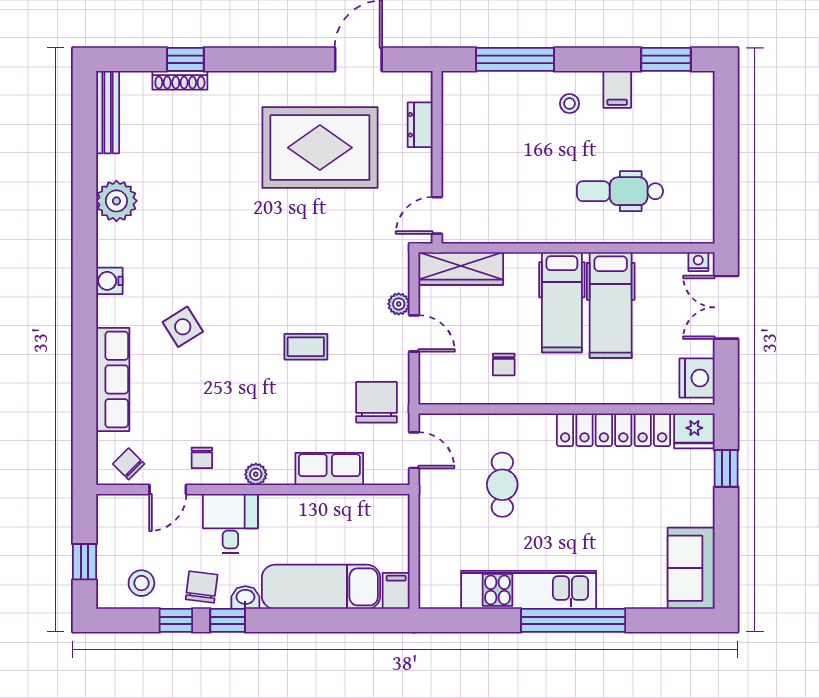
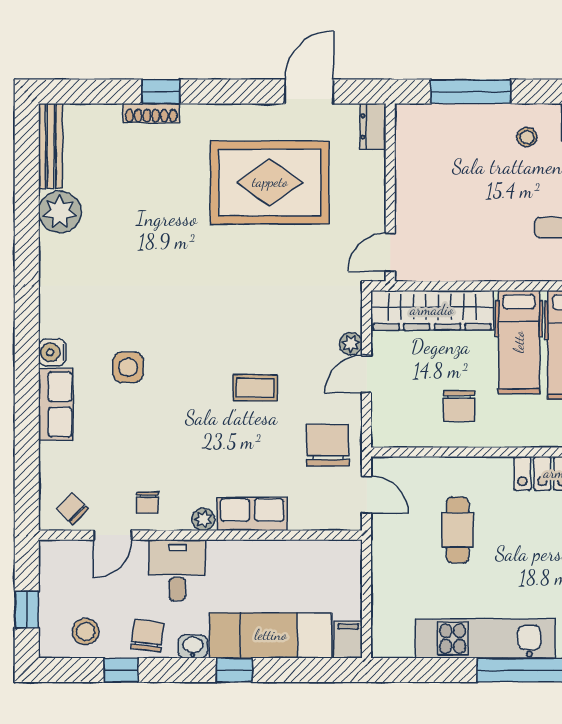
window: (185, 59) -> (161, 92), moved
shoe rack: (180, 80) -> (151, 113), moved
dresser: (420, 125) -> (373, 126), moved
plant: (116, 201) -> (60, 212), moved
wardrobe: (461, 269) -> (432, 310), width x1.40, depth x1.17
water cooler: (109, 281) -> (52, 352), moved
side table: (183, 327) -> (128, 367), turned 32
door: (414, 333) -> (367, 374), swing flipped
chair: (504, 364) -> (459, 406), width x1.37, depth x1.37
row of seats: (113, 379) -> (56, 404), width x0.68
row of seats: (329, 469) -> (252, 514), moved
window: (228, 620) -> (234, 670), moved

